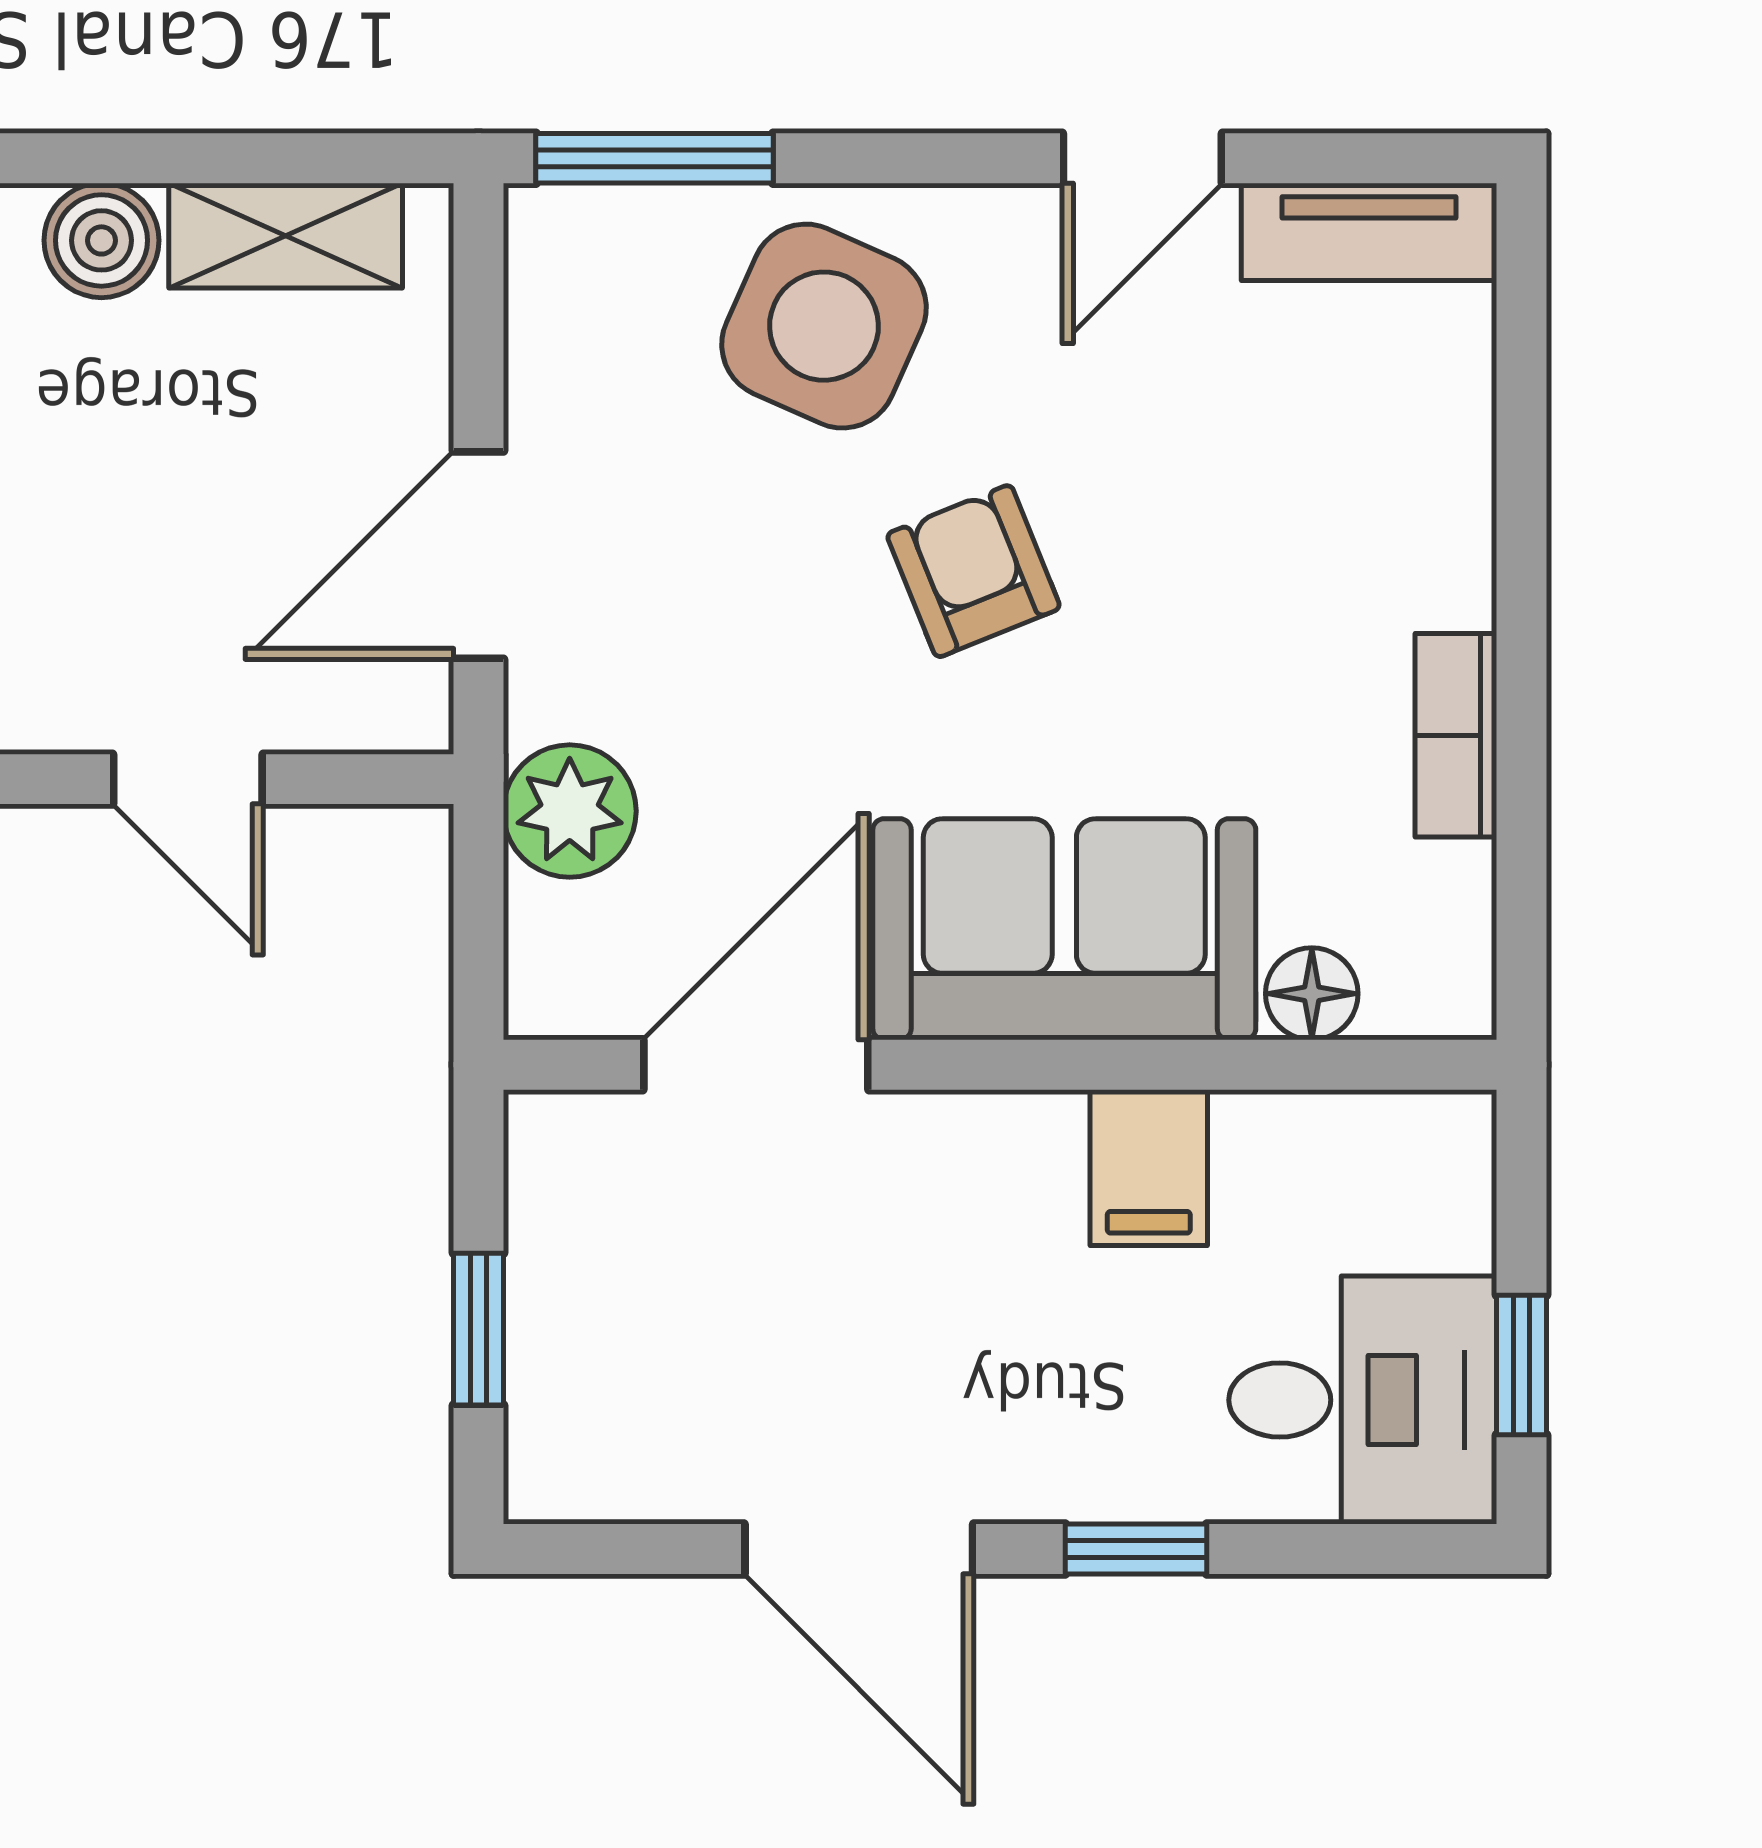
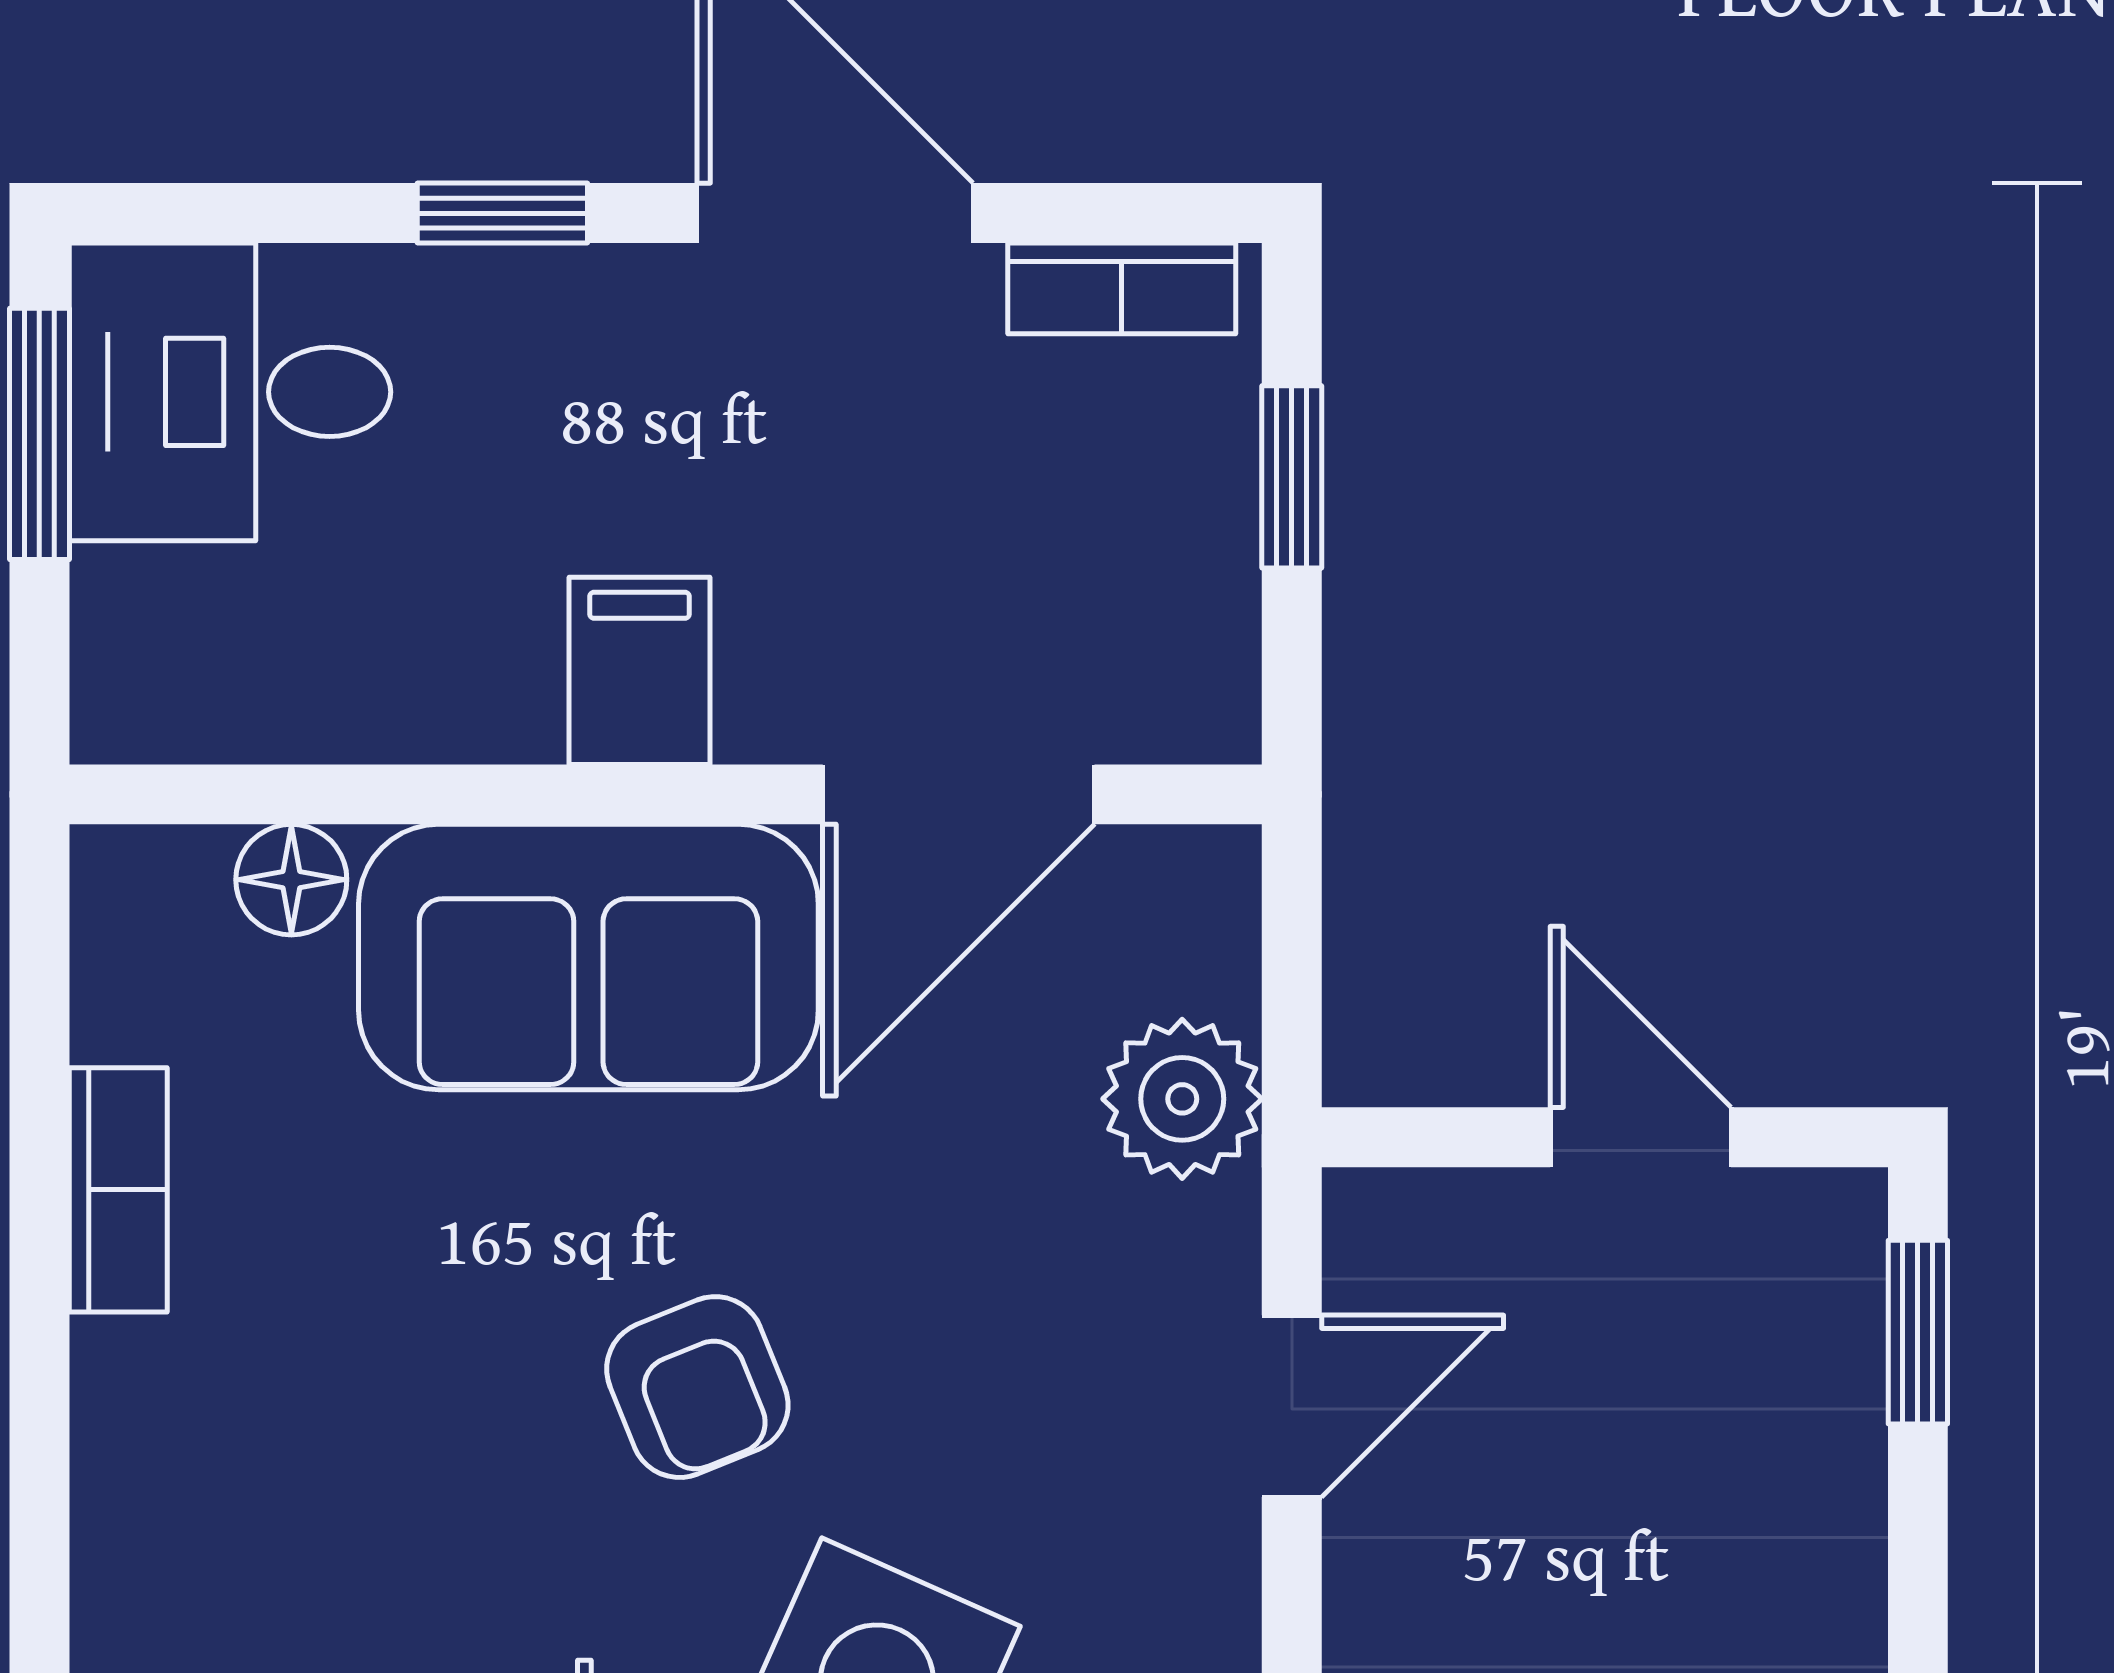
door: (478, 555) -> (1292, 1406), width x0.73
filing cabinet: (1149, 1168) -> (640, 671), moved
window: (1522, 1365) -> (39, 434), width x1.50
bookcase: (620, 1486) -> (1122, 288), added

